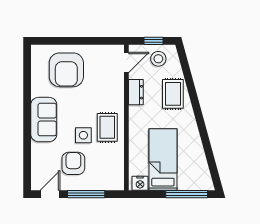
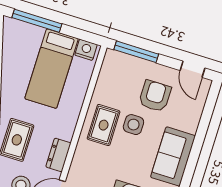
armchair: (73, 163) -> (155, 96), turned 180
door: (50, 194) -> (192, 69), hinge flipped
window: (86, 194) -> (136, 52), moved

